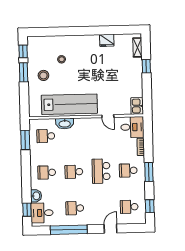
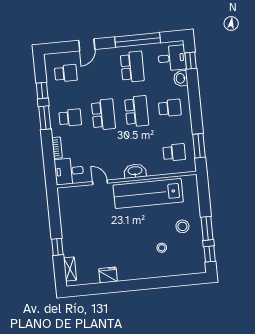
kitchen sink: (137, 106) -> (65, 197), removed
washbasin: (65, 124) -> (135, 171), moved
school desk: (74, 172) -> (137, 111), width x1.85
window: (150, 206) -> (42, 90), moved
school desk: (75, 208) -> (132, 67), width x1.85

